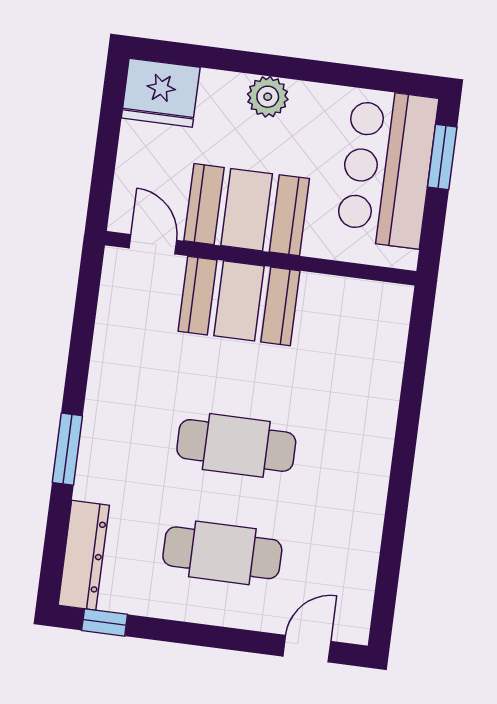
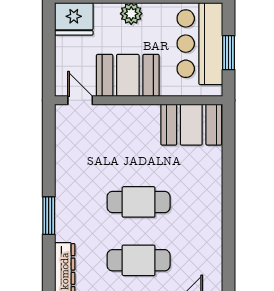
window: (442, 157) -> (229, 53), moved
booth: (239, 301) -> (191, 125), moved

